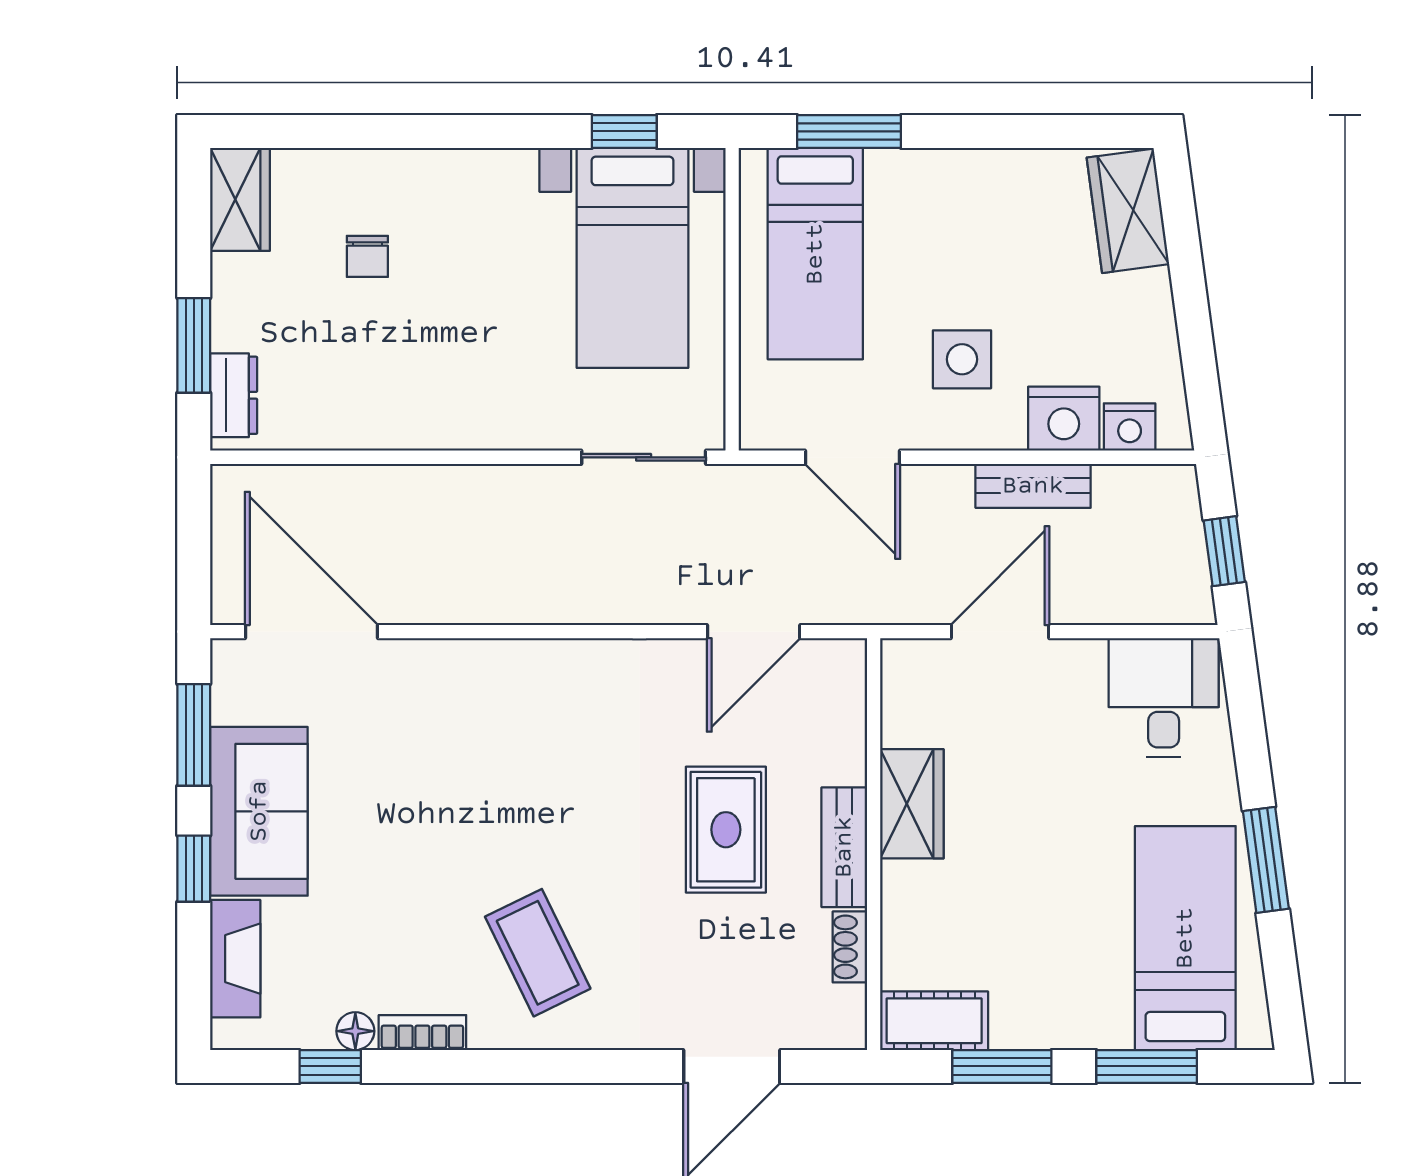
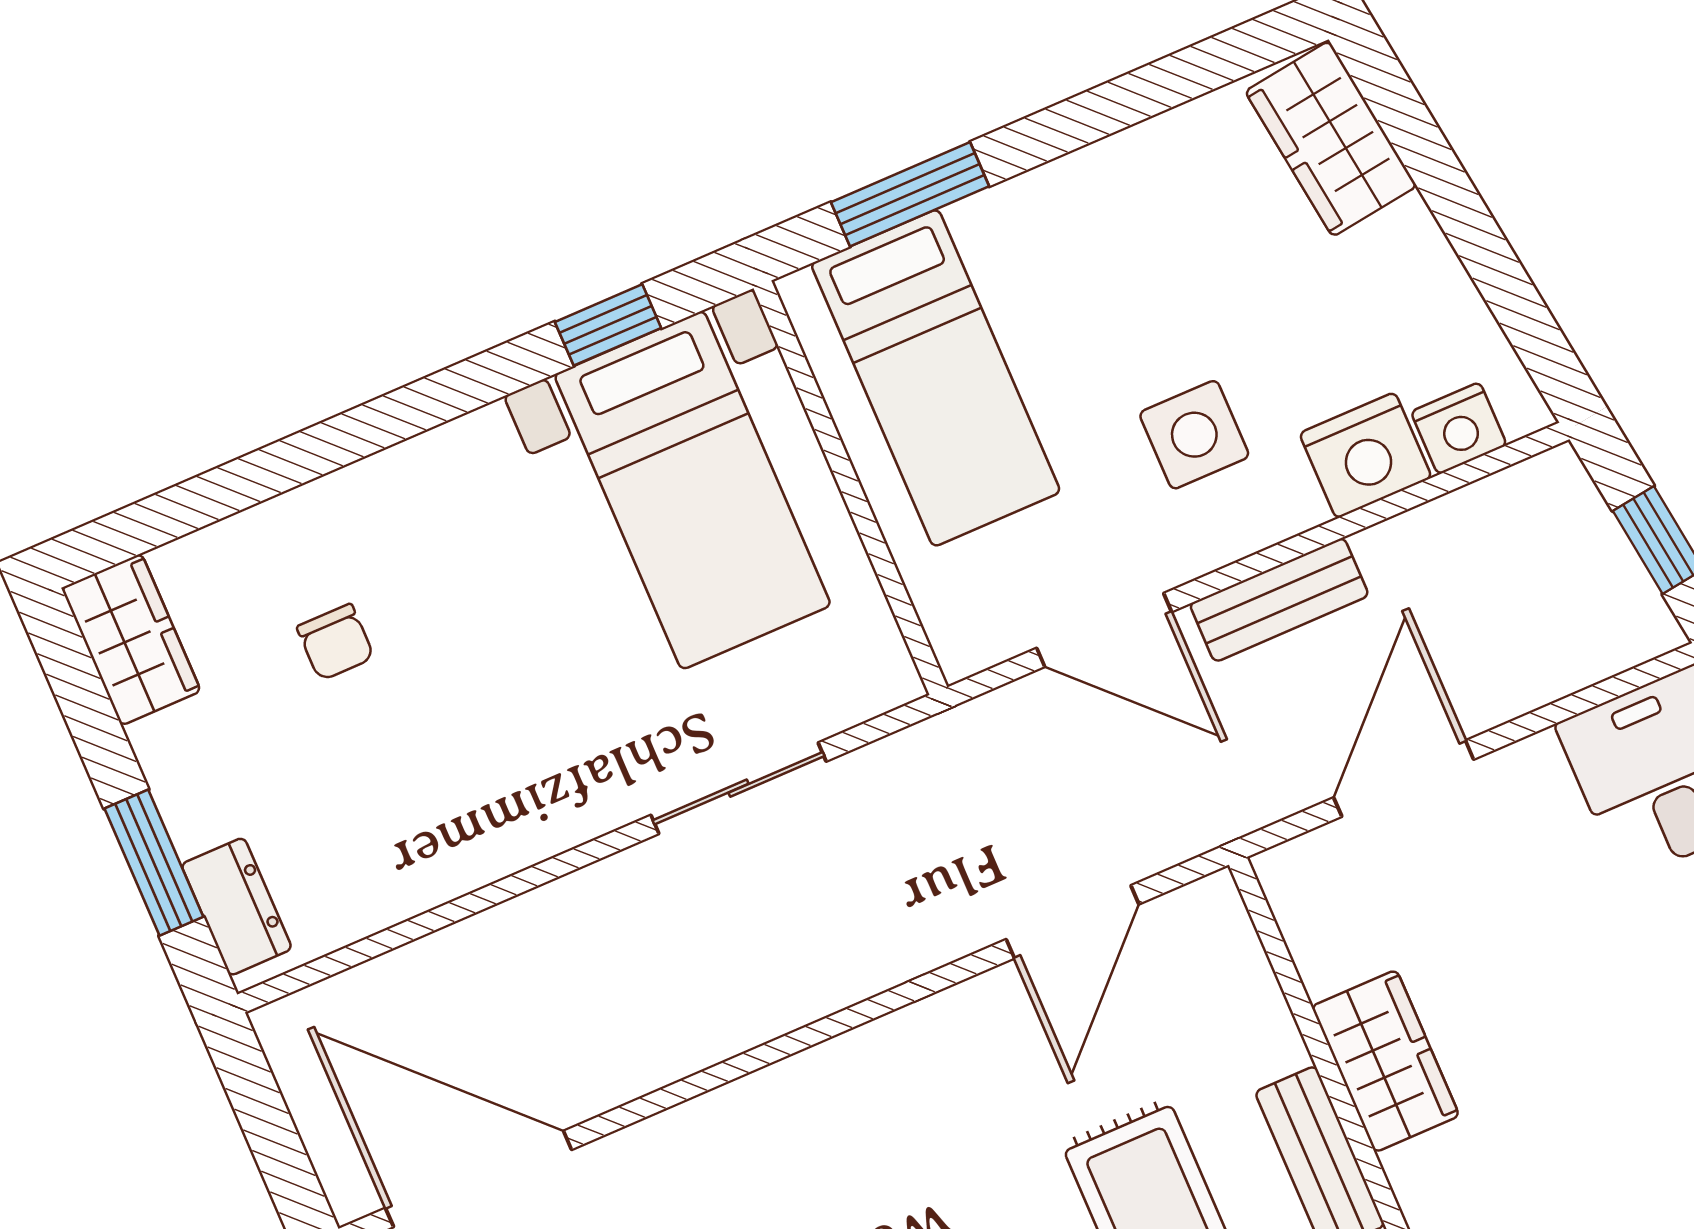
sliding door: (644, 457) -> (739, 788), moved
bench: (1033, 486) -> (1279, 600), moved

